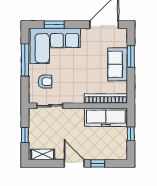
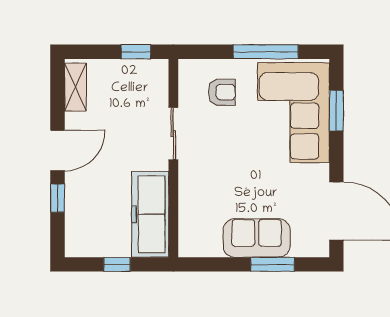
armchair: (45, 82) -> (222, 92), turned -90
bookcase: (106, 99) -> (188, 214), removed
sliding door: (50, 106) -> (173, 134), moved
window: (25, 135) -> (136, 52), moved

